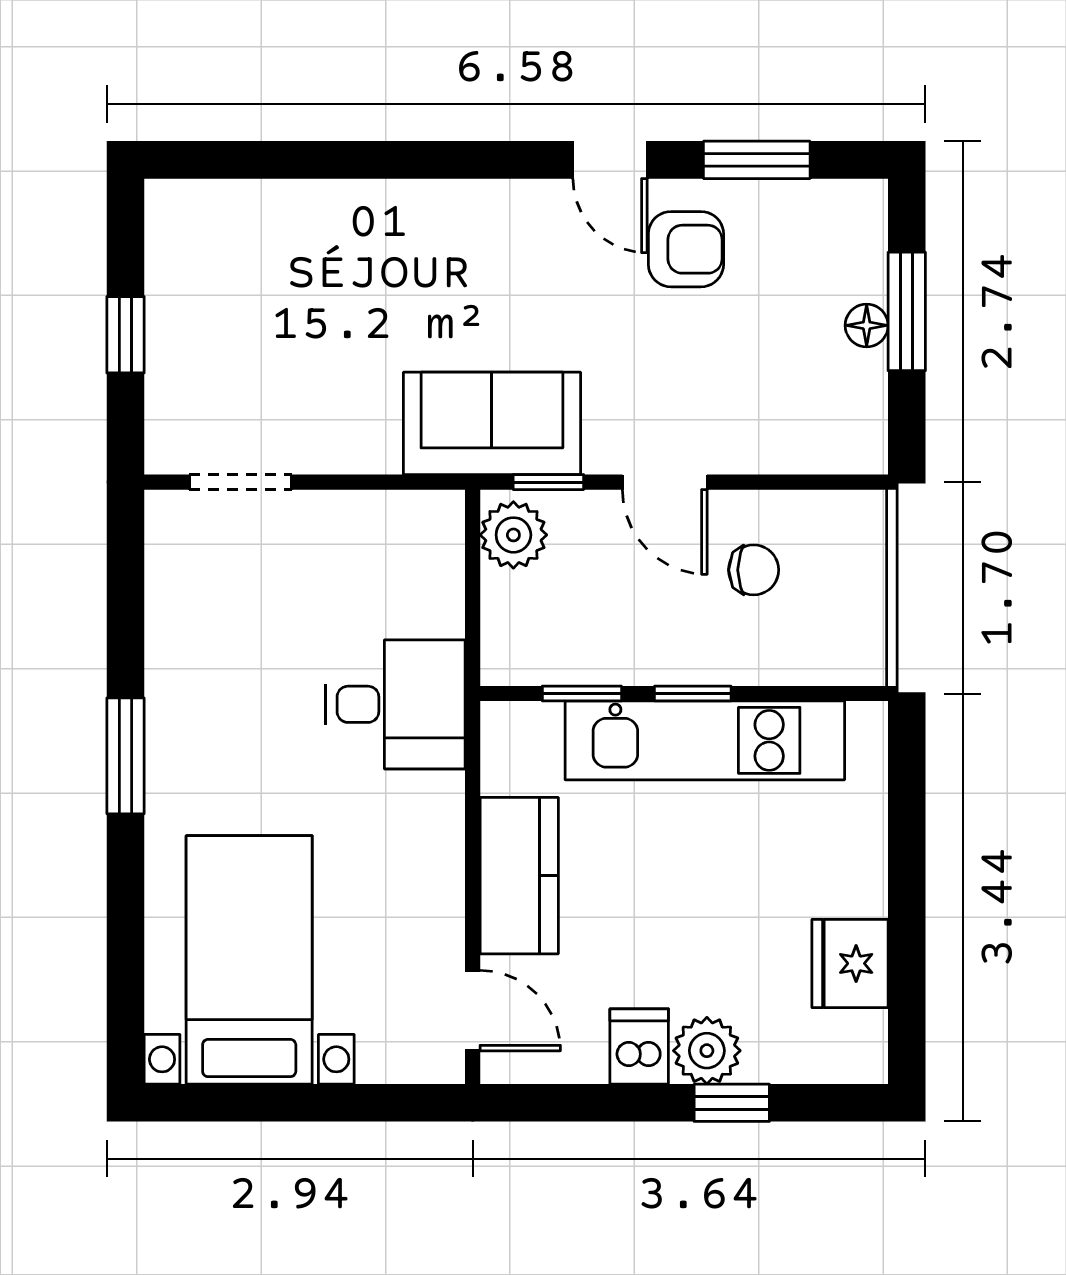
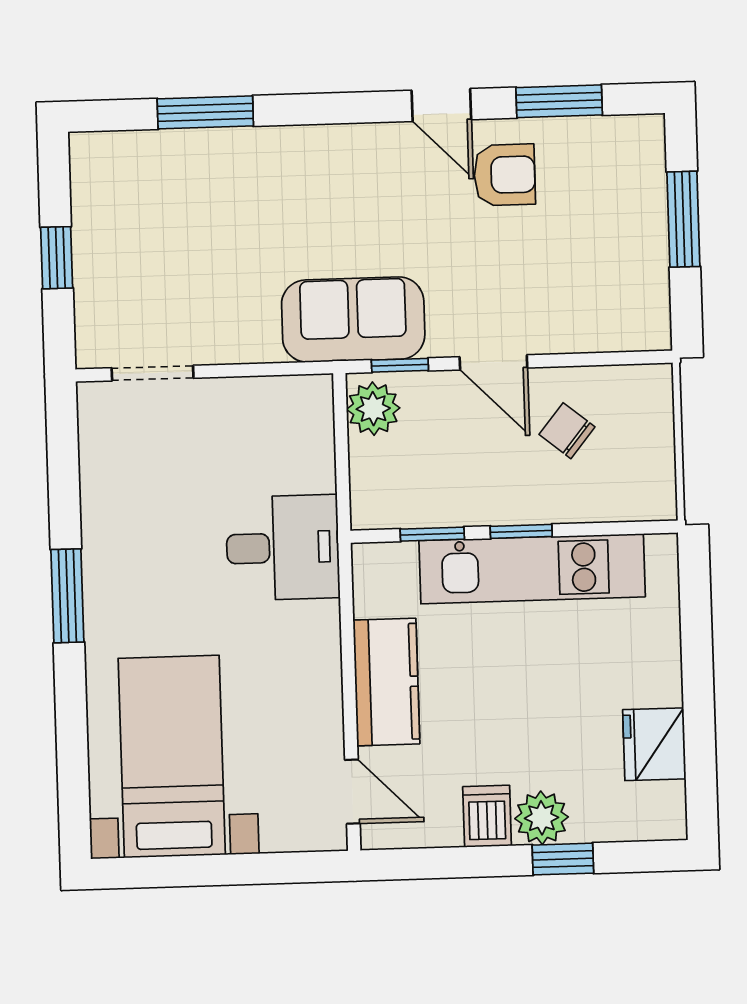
window: (316, 160) -> (205, 112), added
floor lamp: (867, 325) -> (652, 231), removed
chair: (754, 570) -> (567, 431), turned -141

